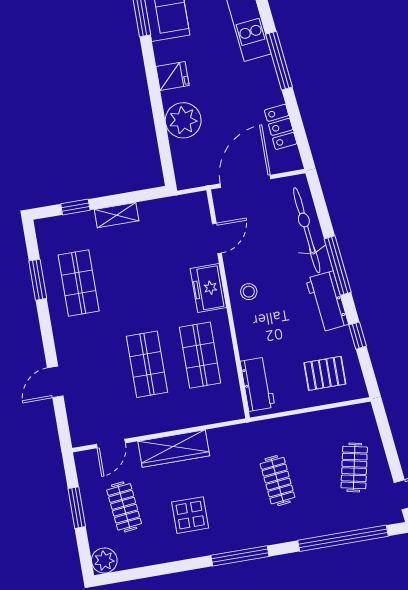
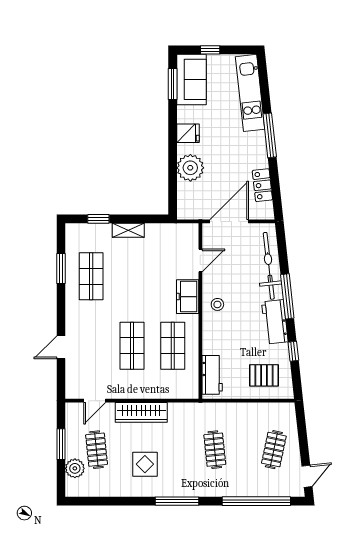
plant: (104, 561) -> (75, 468), moved

